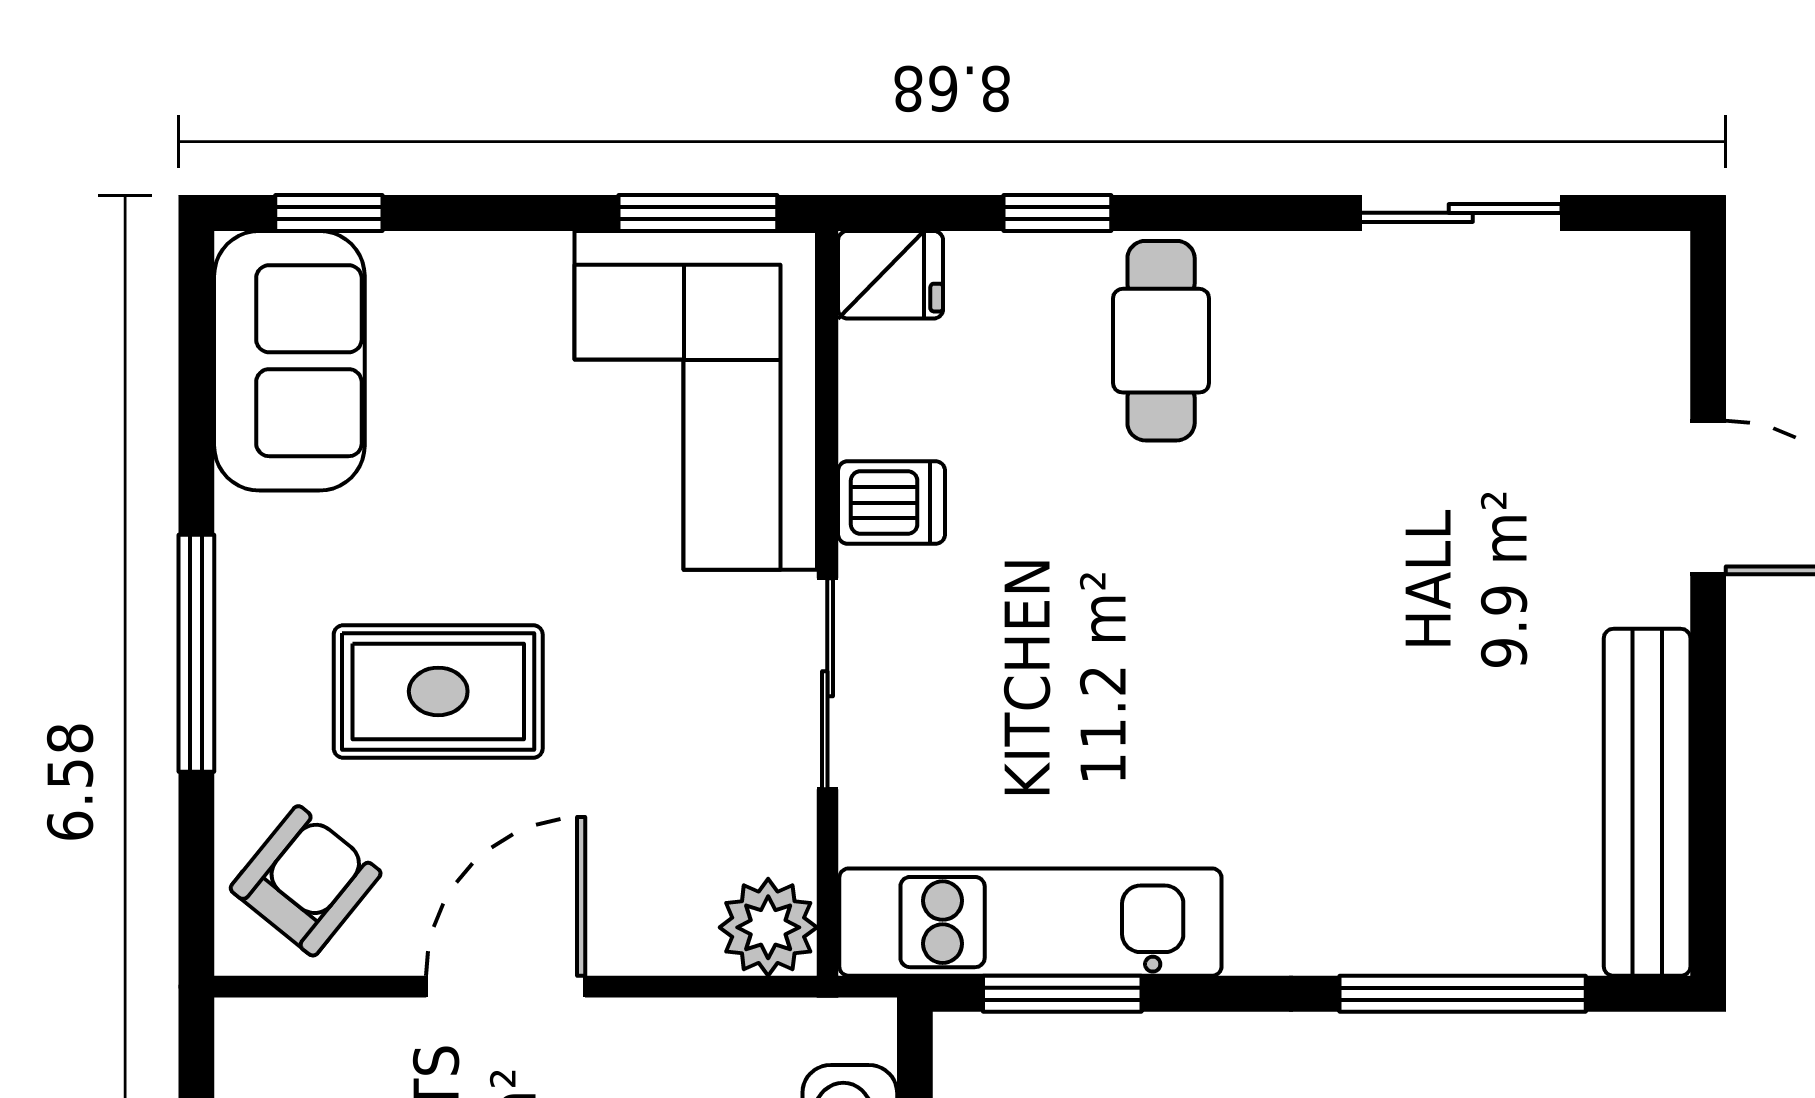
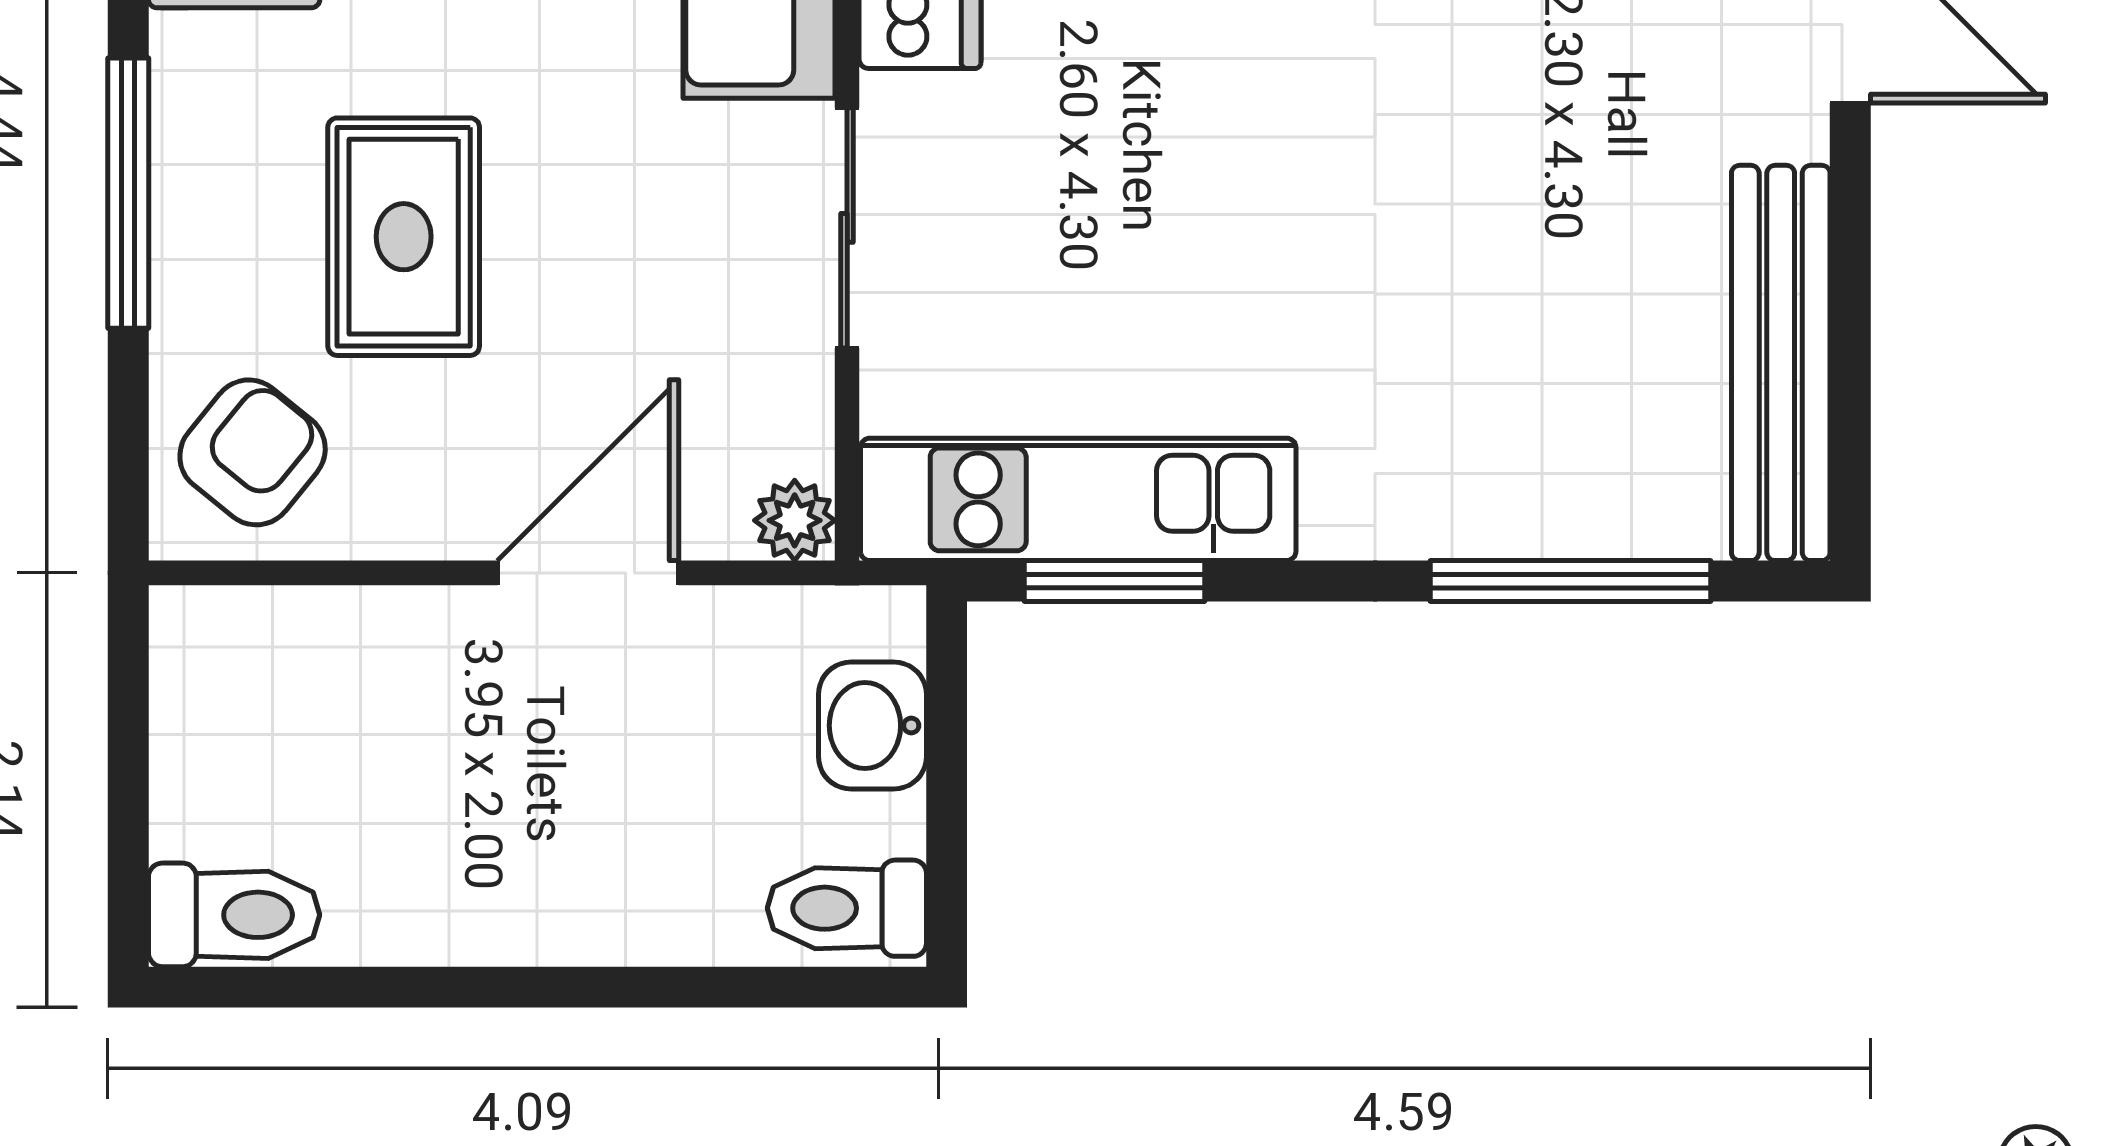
rug: (438, 691) -> (404, 237), turned 90
plant: (768, 927) -> (795, 520), width x0.73, depth x0.73
door: (506, 987) -> (588, 573), moved

